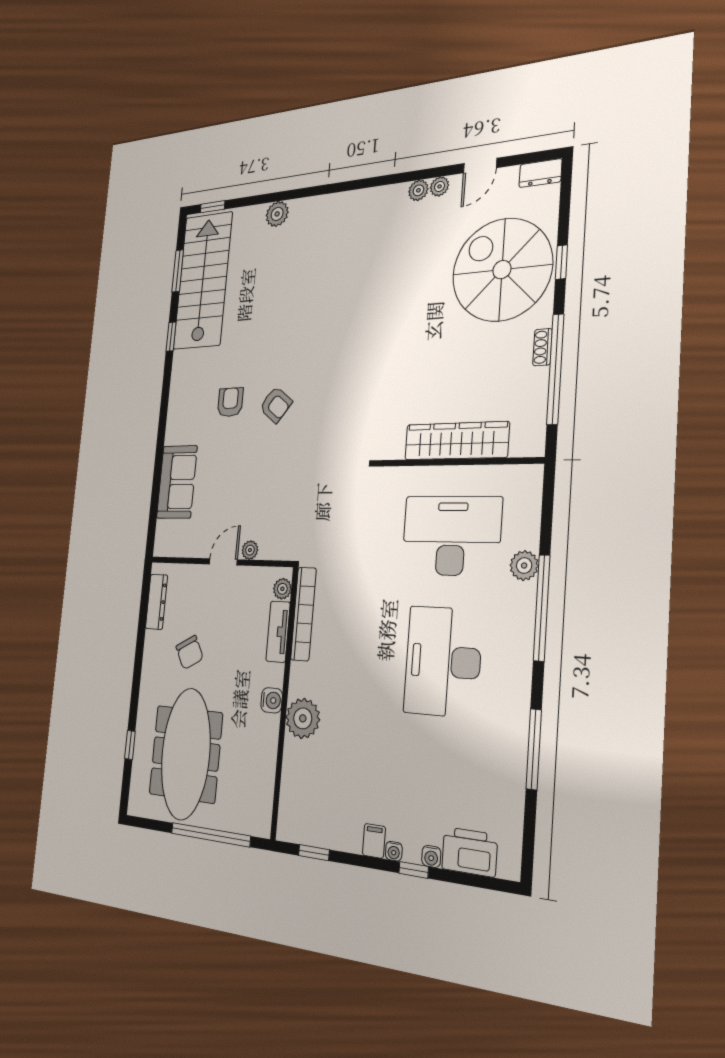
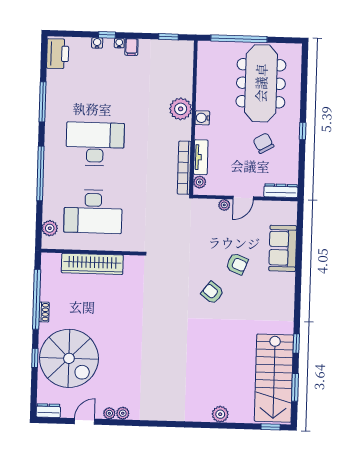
armchair: (230, 402) -> (237, 264), moved, turned -68
plant: (524, 566) -> (50, 228), moved
dresser: (157, 602) -> (281, 191), moved, turned 90
desk: (443, 661) -> (95, 144), turned -90
window: (130, 745) -> (303, 131), moved
printer: (470, 852) -> (58, 54), moved, turned -90

